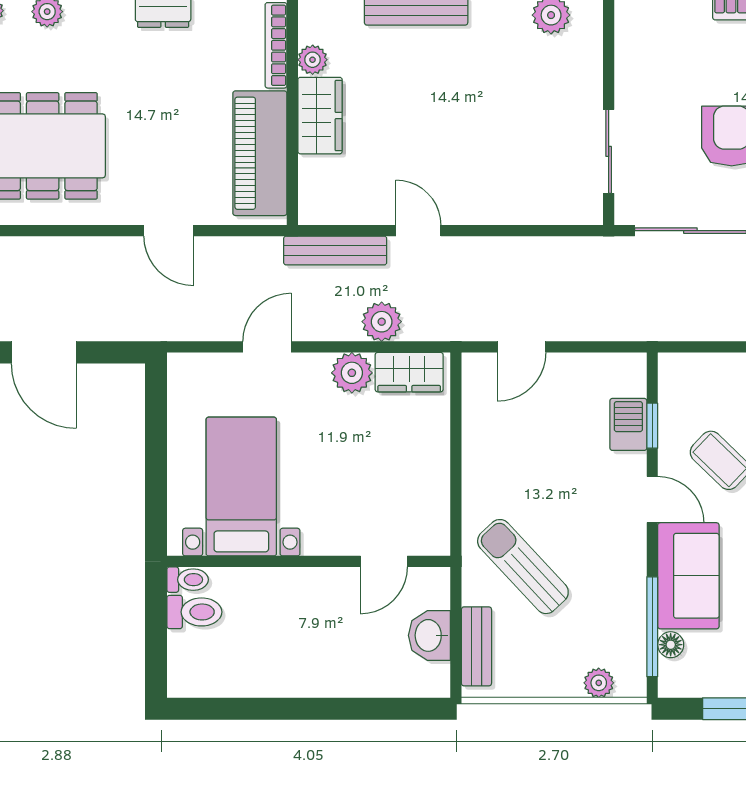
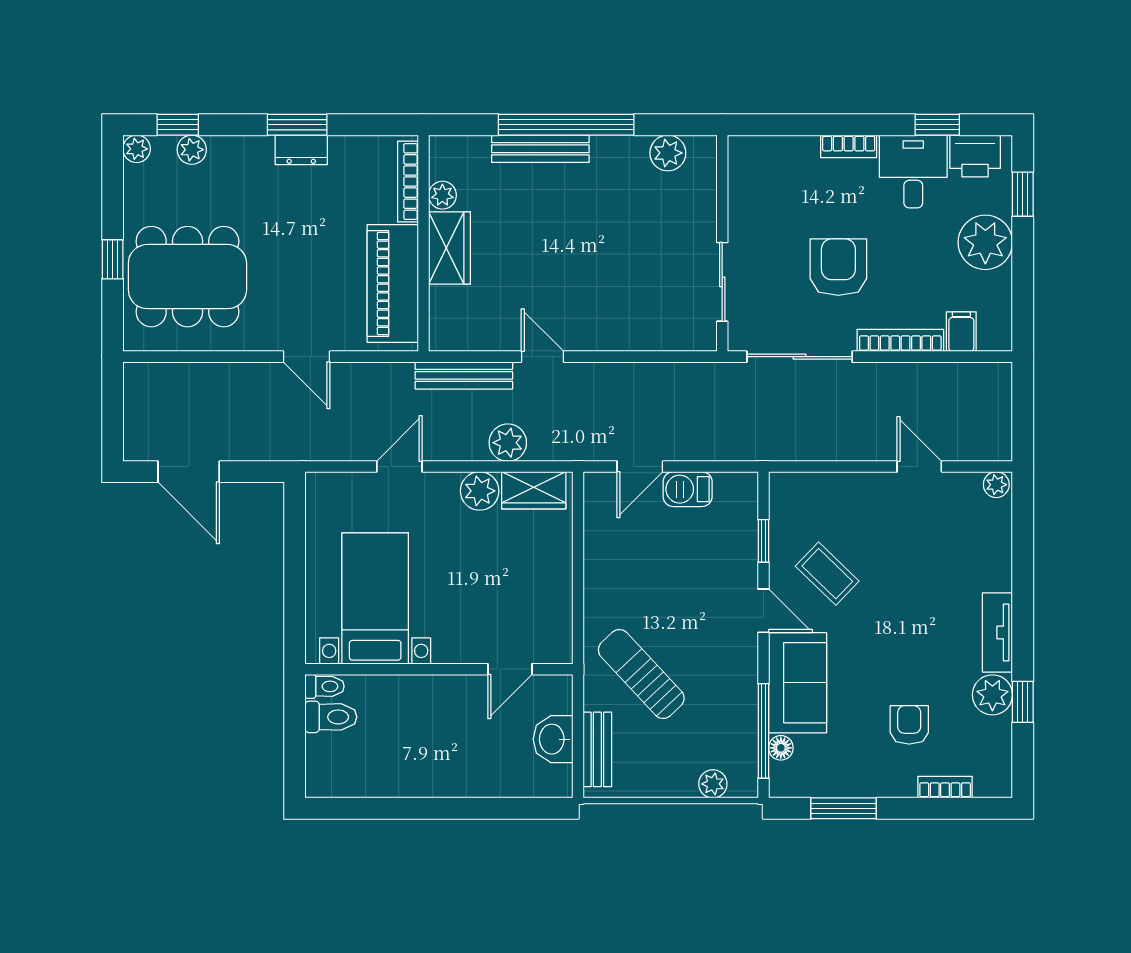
barbecue: (628, 424) -> (688, 489), moved, turned -90

